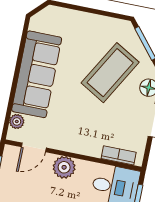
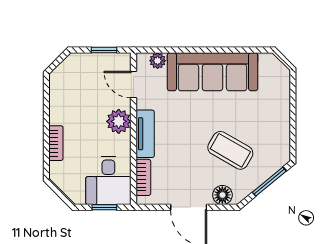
coffee table: (110, 73) -> (230, 150), width x0.73, depth x0.76
tv unit: (80, 146) -> (145, 134), added

